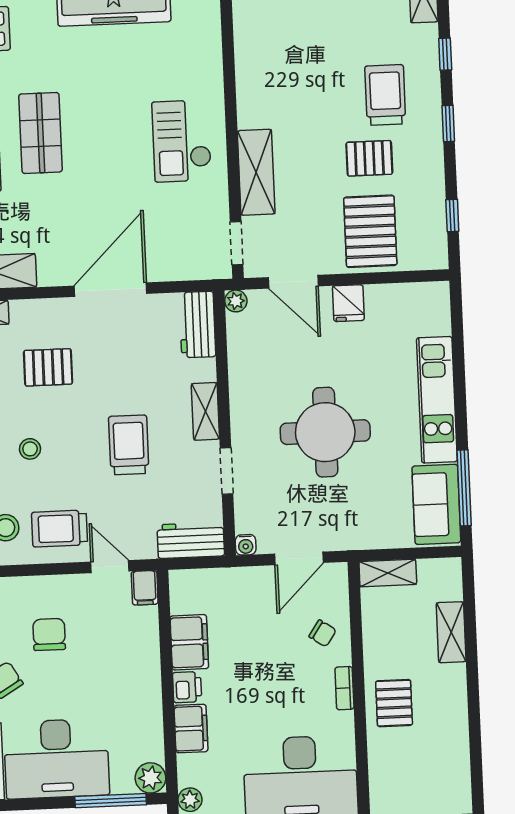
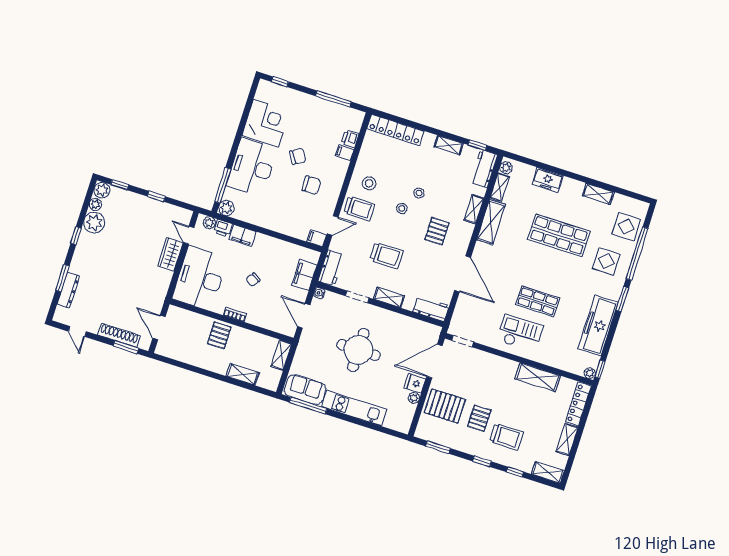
shop shelf: (41, 133) -> (538, 301), moved
shelving: (256, 172) -> (538, 377), moved
window: (452, 216) -> (438, 447), width x1.50
door: (293, 282) -> (435, 361), width x1.36
plant: (236, 301) -> (414, 398), moved
trolley: (60, 529) -> (359, 208), turned 90
chair: (323, 633) -> (253, 280), moved
filing cabinet: (189, 642) -> (304, 275), moved, turned 90
printer: (187, 687) -> (223, 228), moved
pallet: (394, 703) -> (219, 335), turned 90

